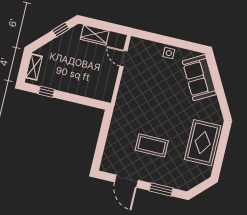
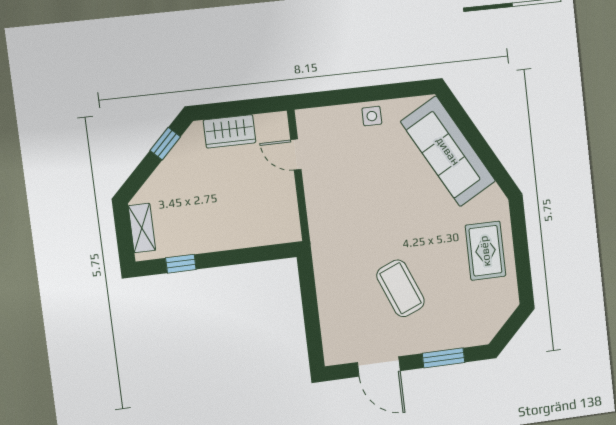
sofa: (199, 78) -> (448, 151), width x1.36
rug: (203, 143) -> (485, 251), width x0.73, depth x0.70
coffee table: (152, 145) -> (400, 288), turned 68

